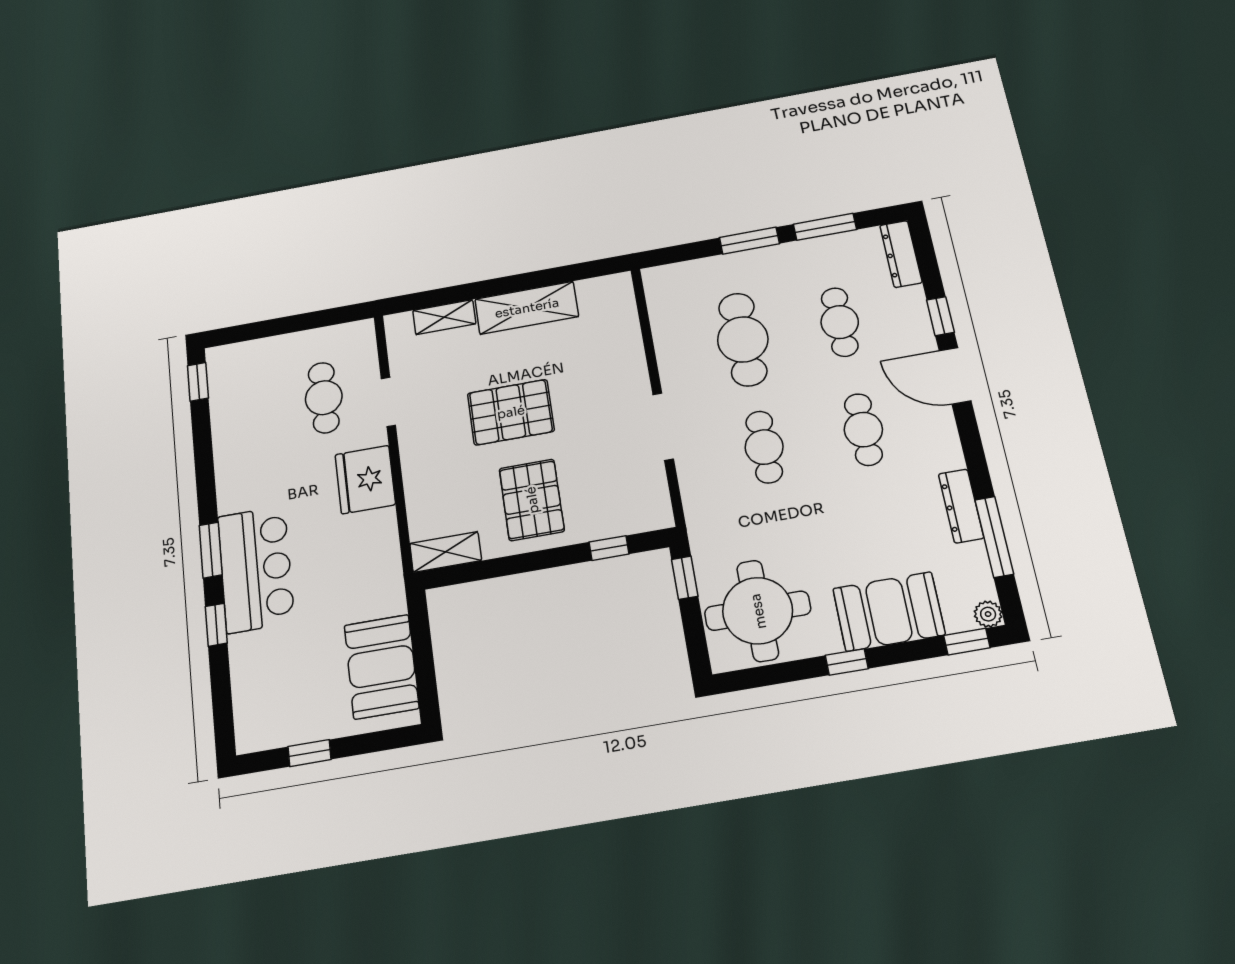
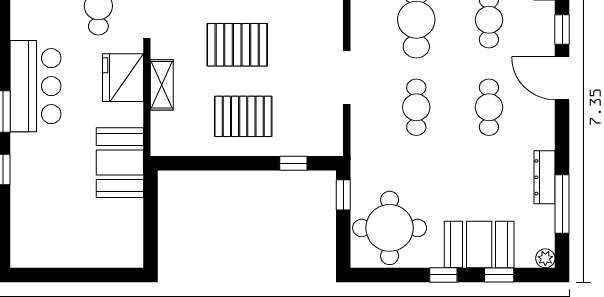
pallet: (532, 500) -> (243, 116), turned 90
shelving: (446, 552) -> (162, 85), moved, turned 90
bar counter: (256, 569) -> (35, 86), moved
window: (967, 642) -> (499, 275), moved
booth: (381, 667) -> (120, 163), moved
window: (309, 753) -> (63, 275), removed

